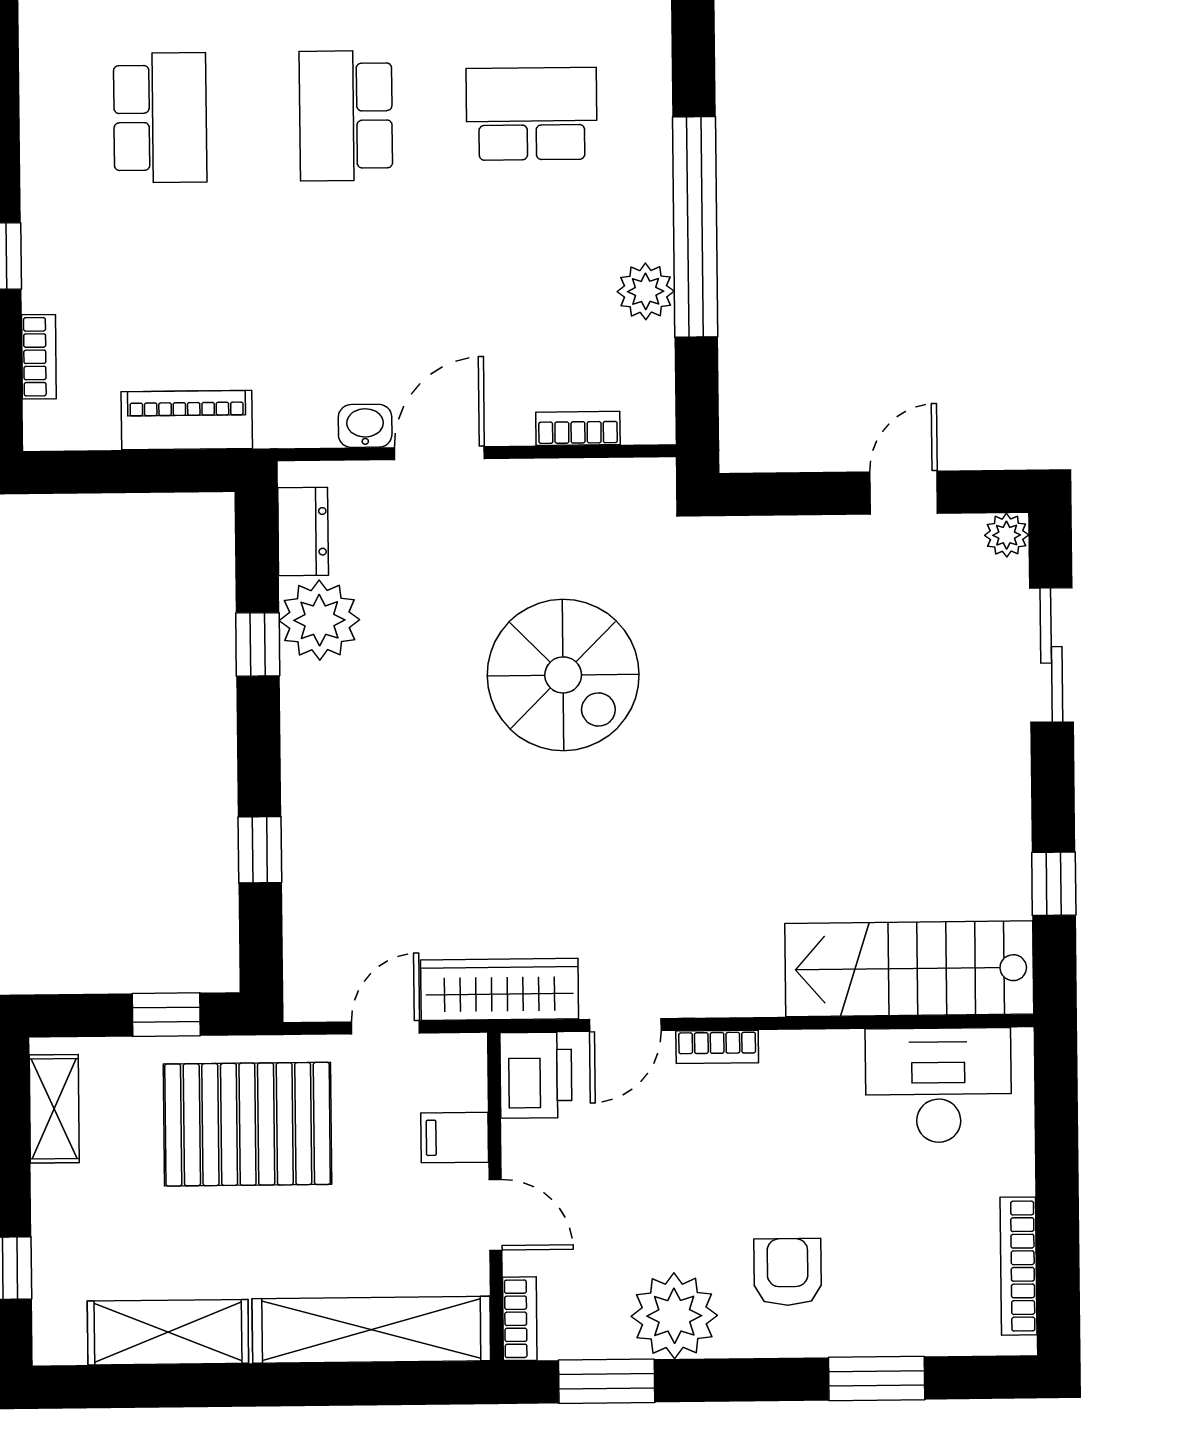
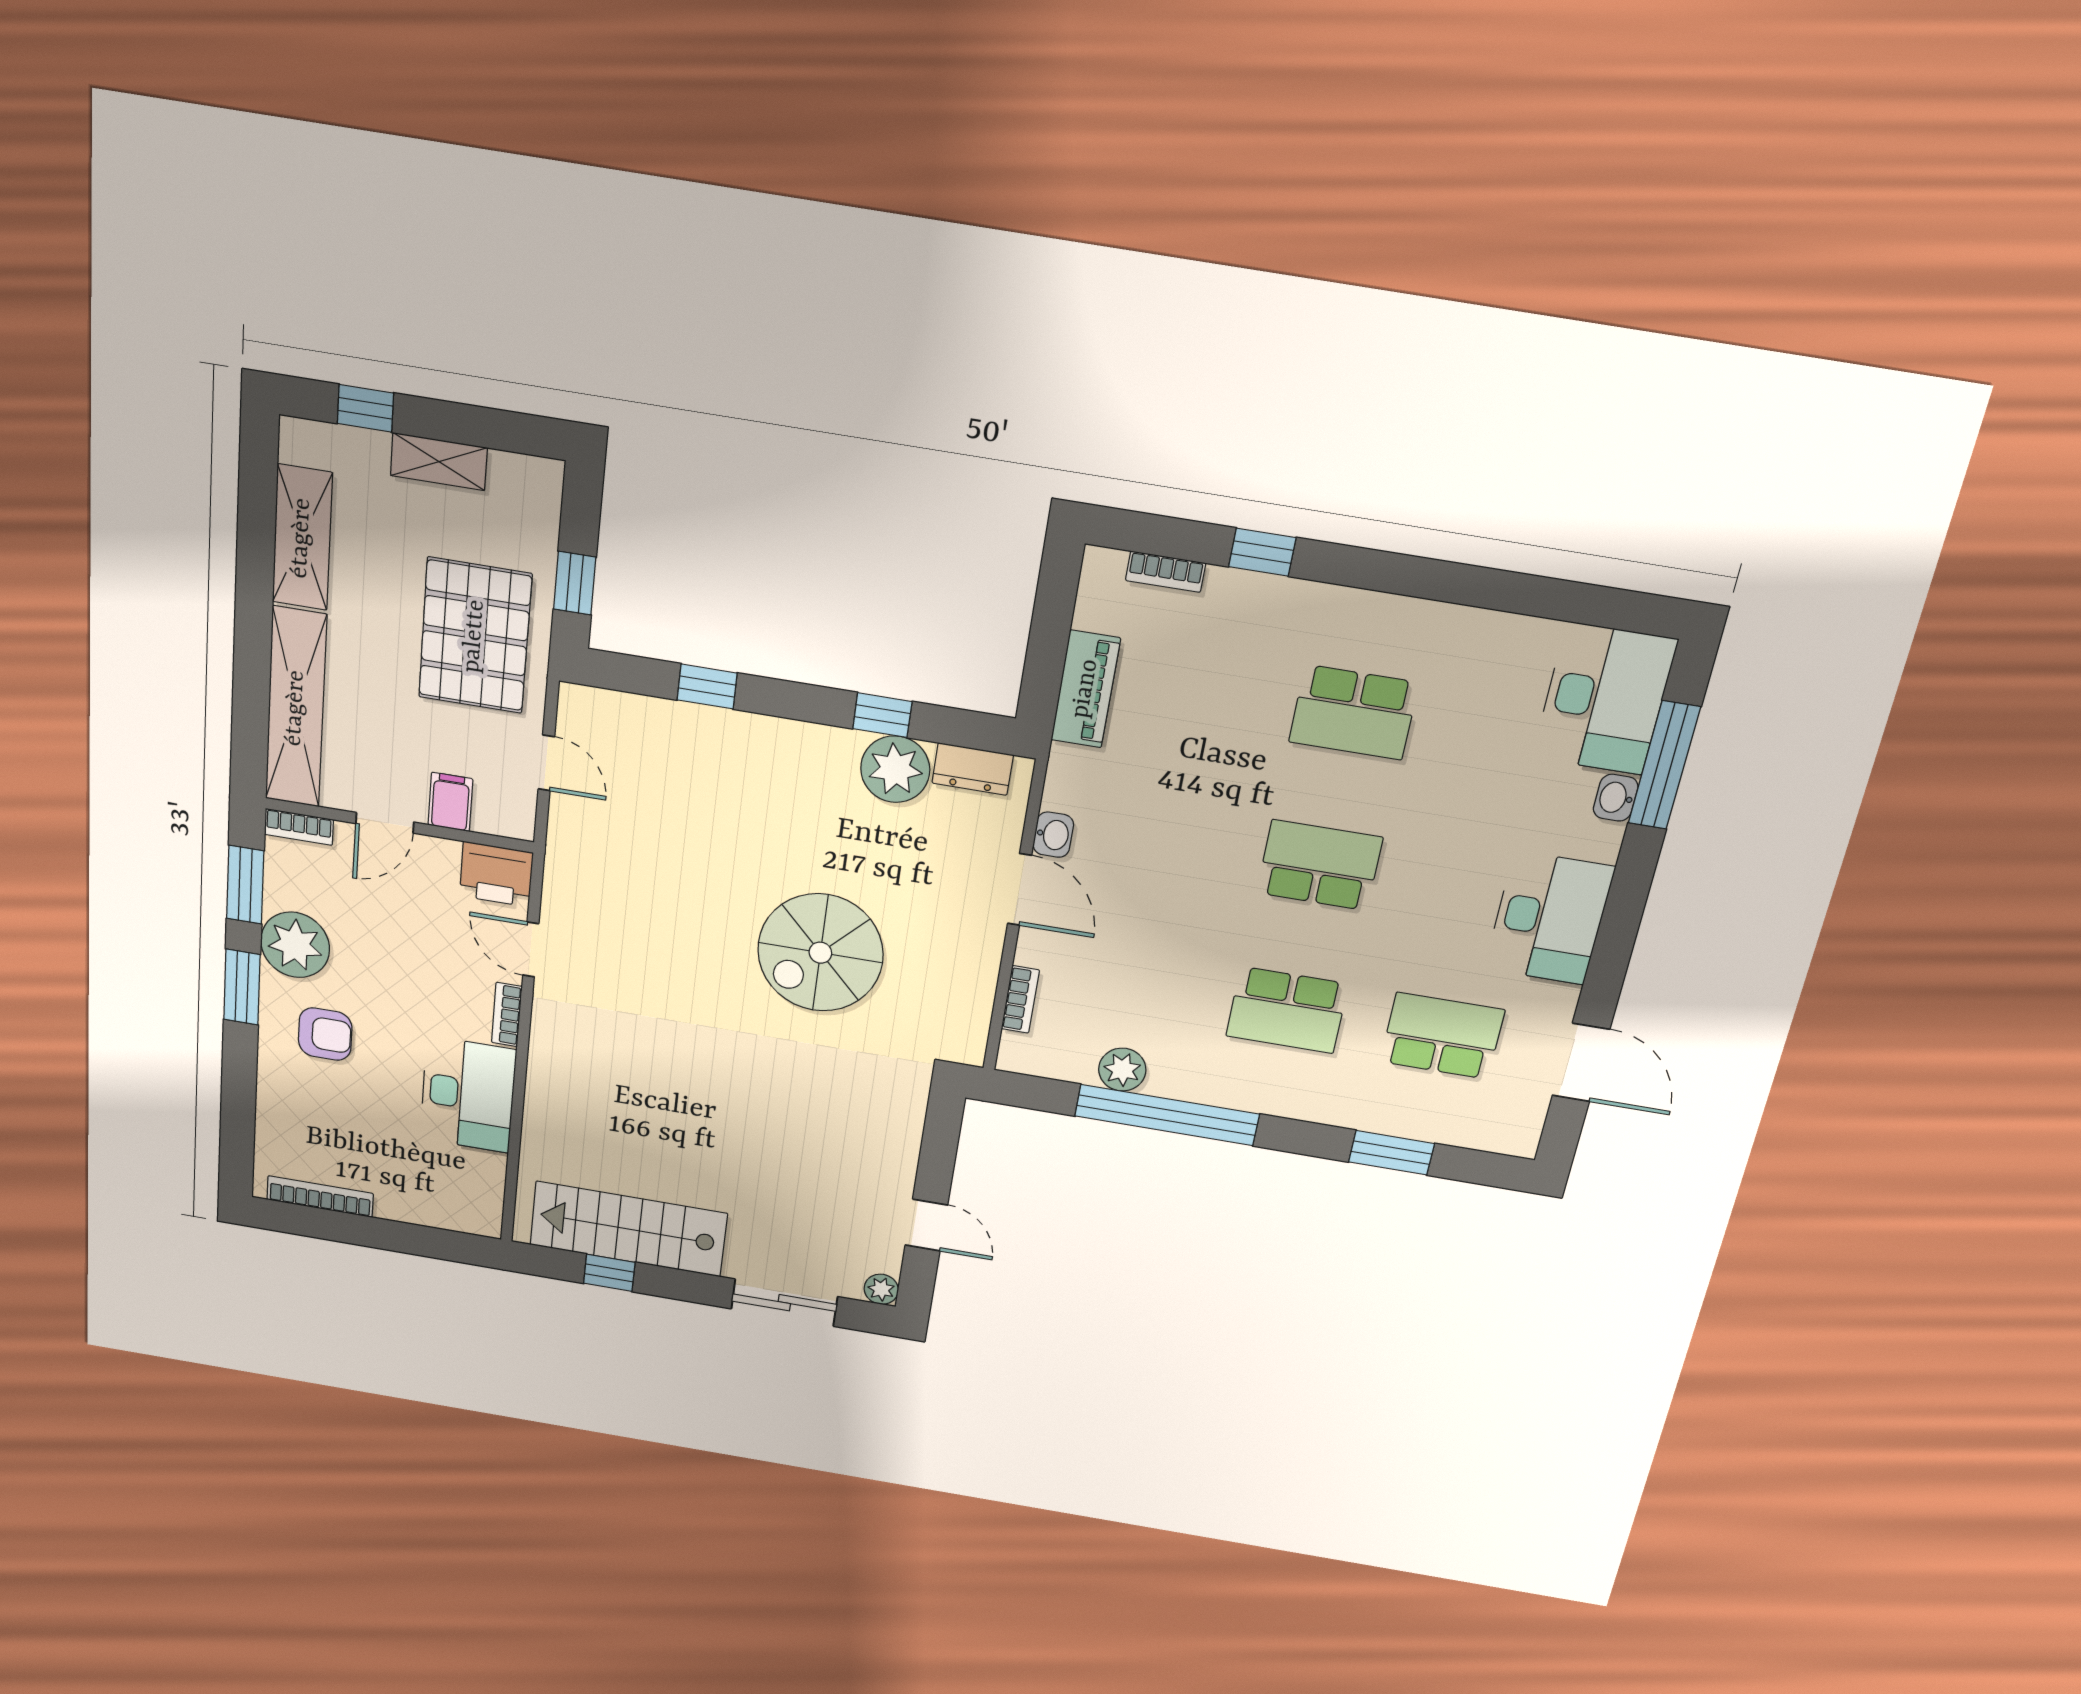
school desk: (532, 114) -> (1287, 1010), turned 90
stairs: (909, 969) -> (628, 1229), moved, turned -90
wardrobe: (500, 989) -> (569, 859), removed
desk: (938, 1085) -> (468, 1094), moved
shelving: (54, 1109) -> (439, 462), moved
window: (877, 1378) -> (242, 987), moved

